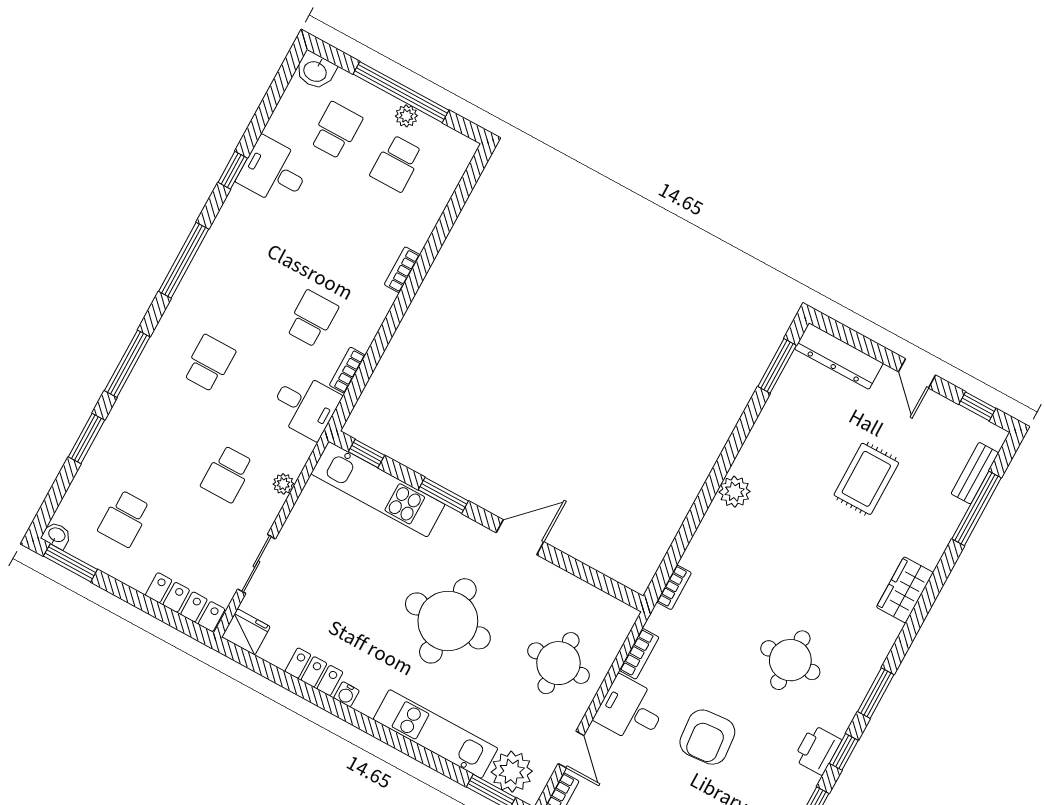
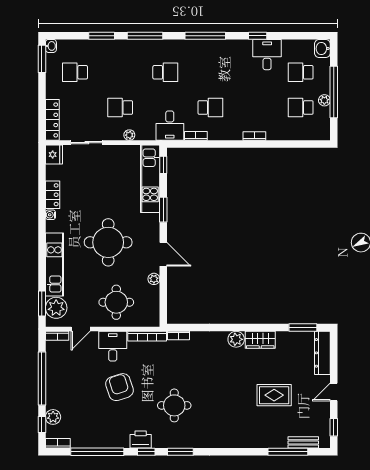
school desk: (336, 130) -> (301, 72), turned 180
plant: (554, 577) -> (154, 279), added
wardrobe: (905, 590) -> (260, 340), moved, turned 180
bookcase: (639, 654) -> (147, 336), width x1.56
armchair: (707, 737) -> (120, 387), turned 77

